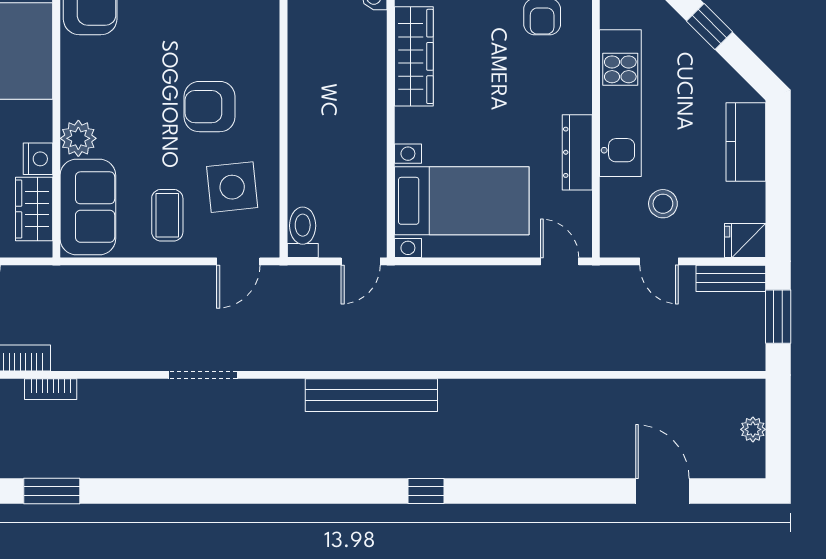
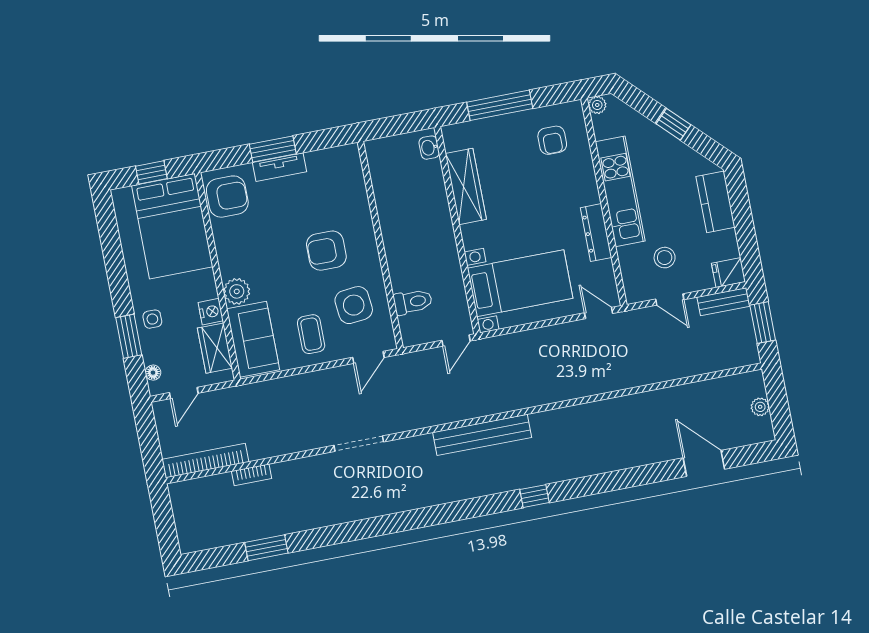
toilet: (303, 232) -> (413, 302), moved, turned 90

